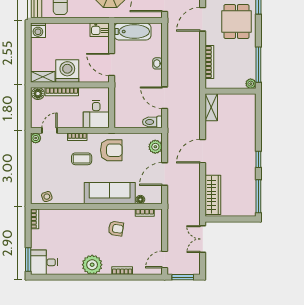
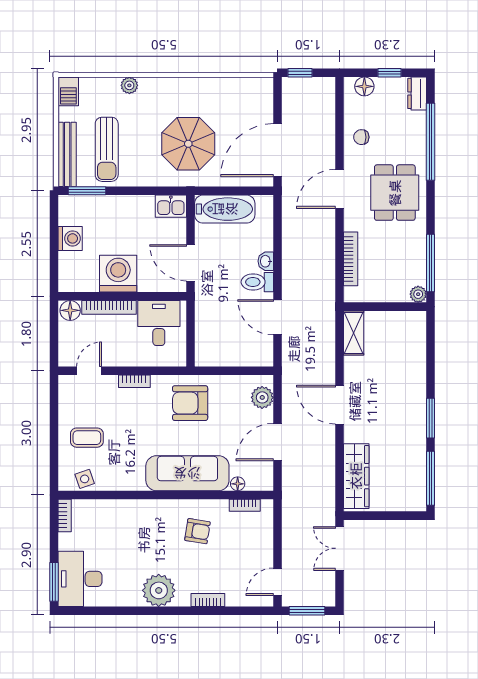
window: (48, 20) -> (87, 191), added
washing machine: (38, 30) -> (70, 238), moved, turned -90
shelving: (43, 77) -> (78, 283), removed
desk: (96, 114) -> (159, 323), moved, turned 180
toilet: (152, 122) -> (257, 282), moved
plant: (36, 138) -> (66, 383), removed
armchair: (111, 150) -> (190, 403), turned 180
door: (203, 151) -> (340, 405), hinge flipped
coffee table: (82, 159) -> (87, 438), moved
window: (258, 159) -> (431, 418), width x1.50
desk: (44, 262) -> (80, 579), width x1.37

